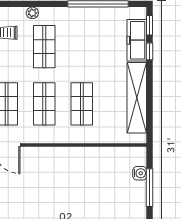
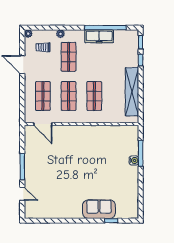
freezer: (137, 40) -> (99, 36), moved, turned -90
water cooler: (140, 173) -> (134, 160), moved

